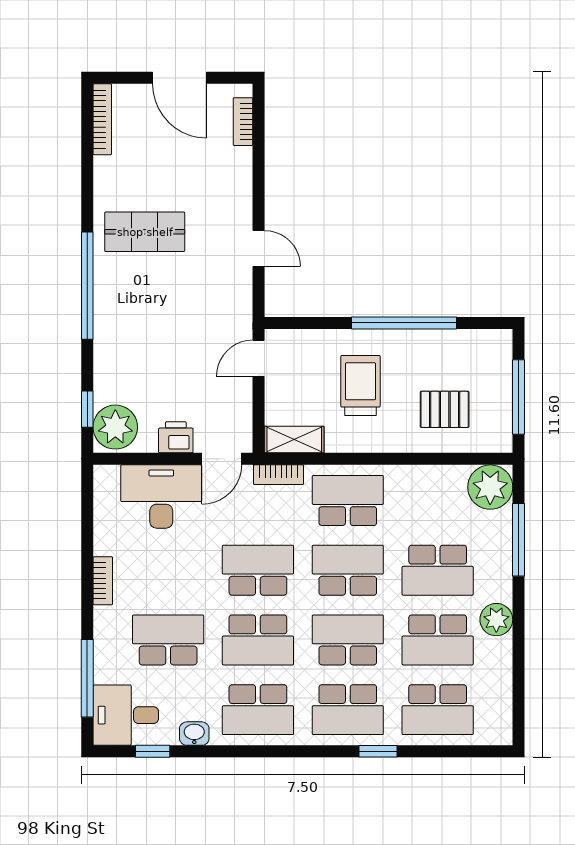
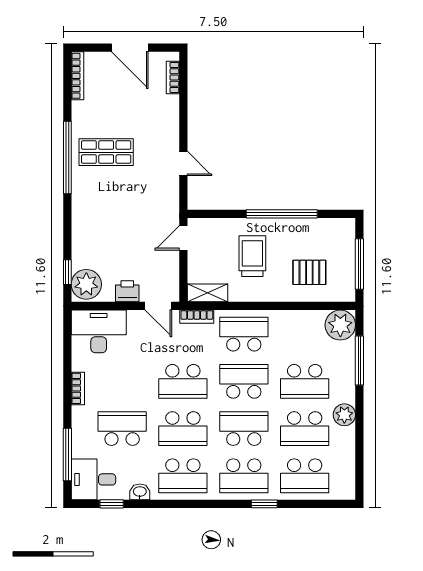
window: (87, 286) -> (67, 157), moved
door: (222, 459) -> (158, 306), hinge flipped
desk: (161, 497) -> (99, 331), moved
school desk: (258, 570) -> (183, 381), turned 180

